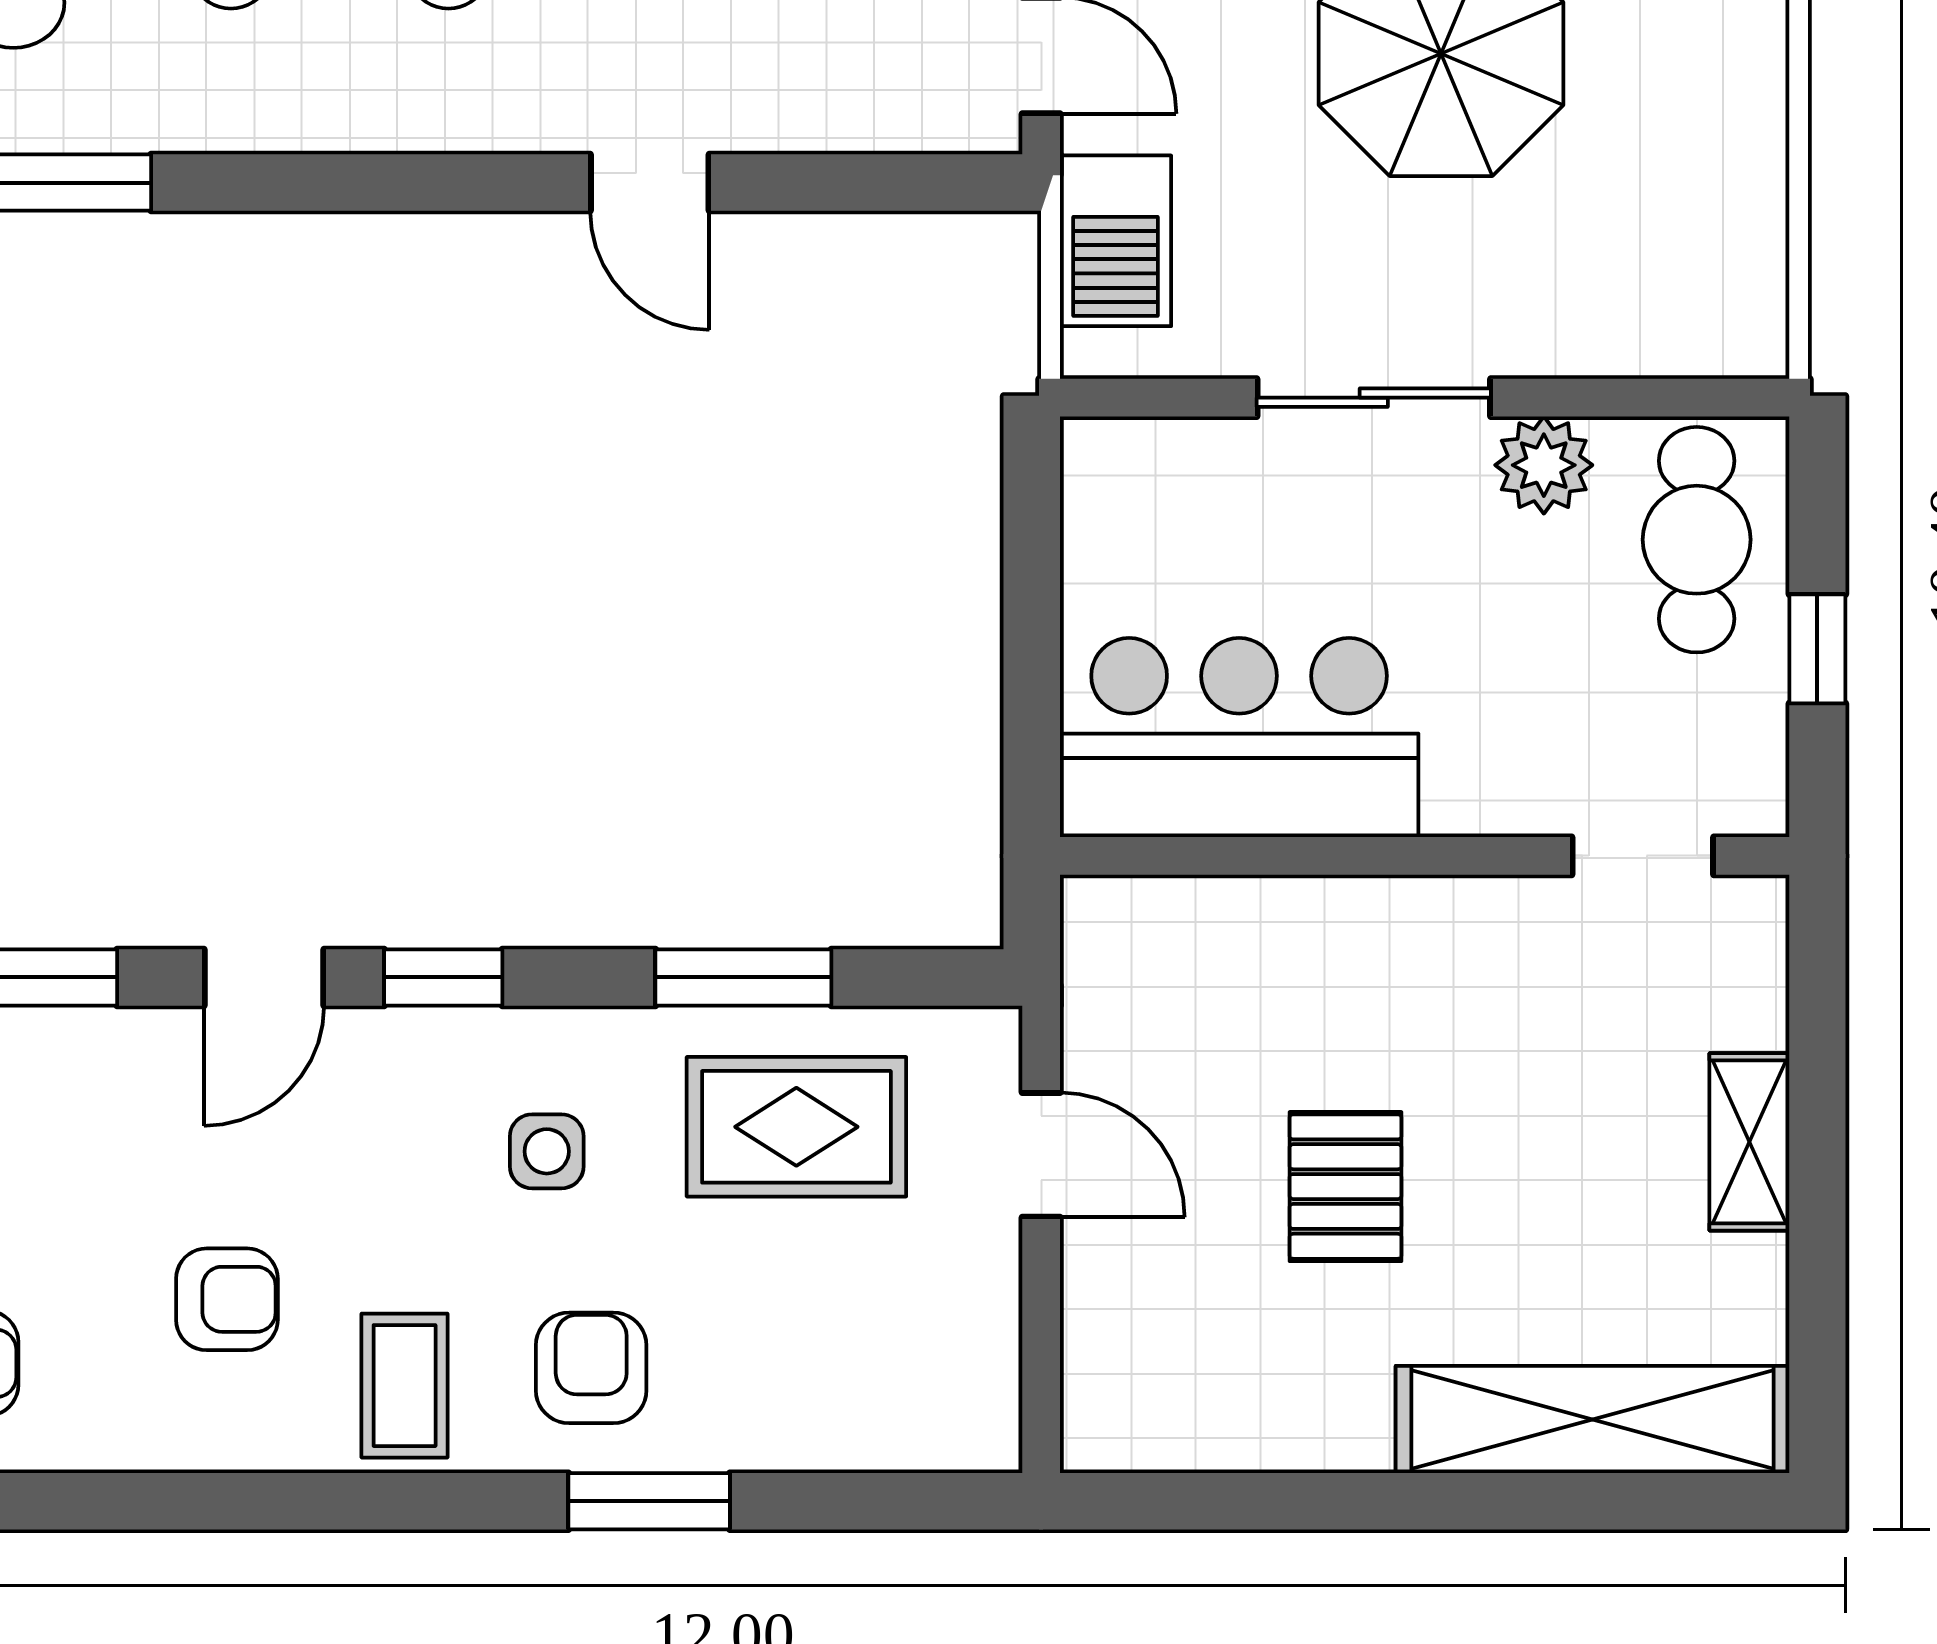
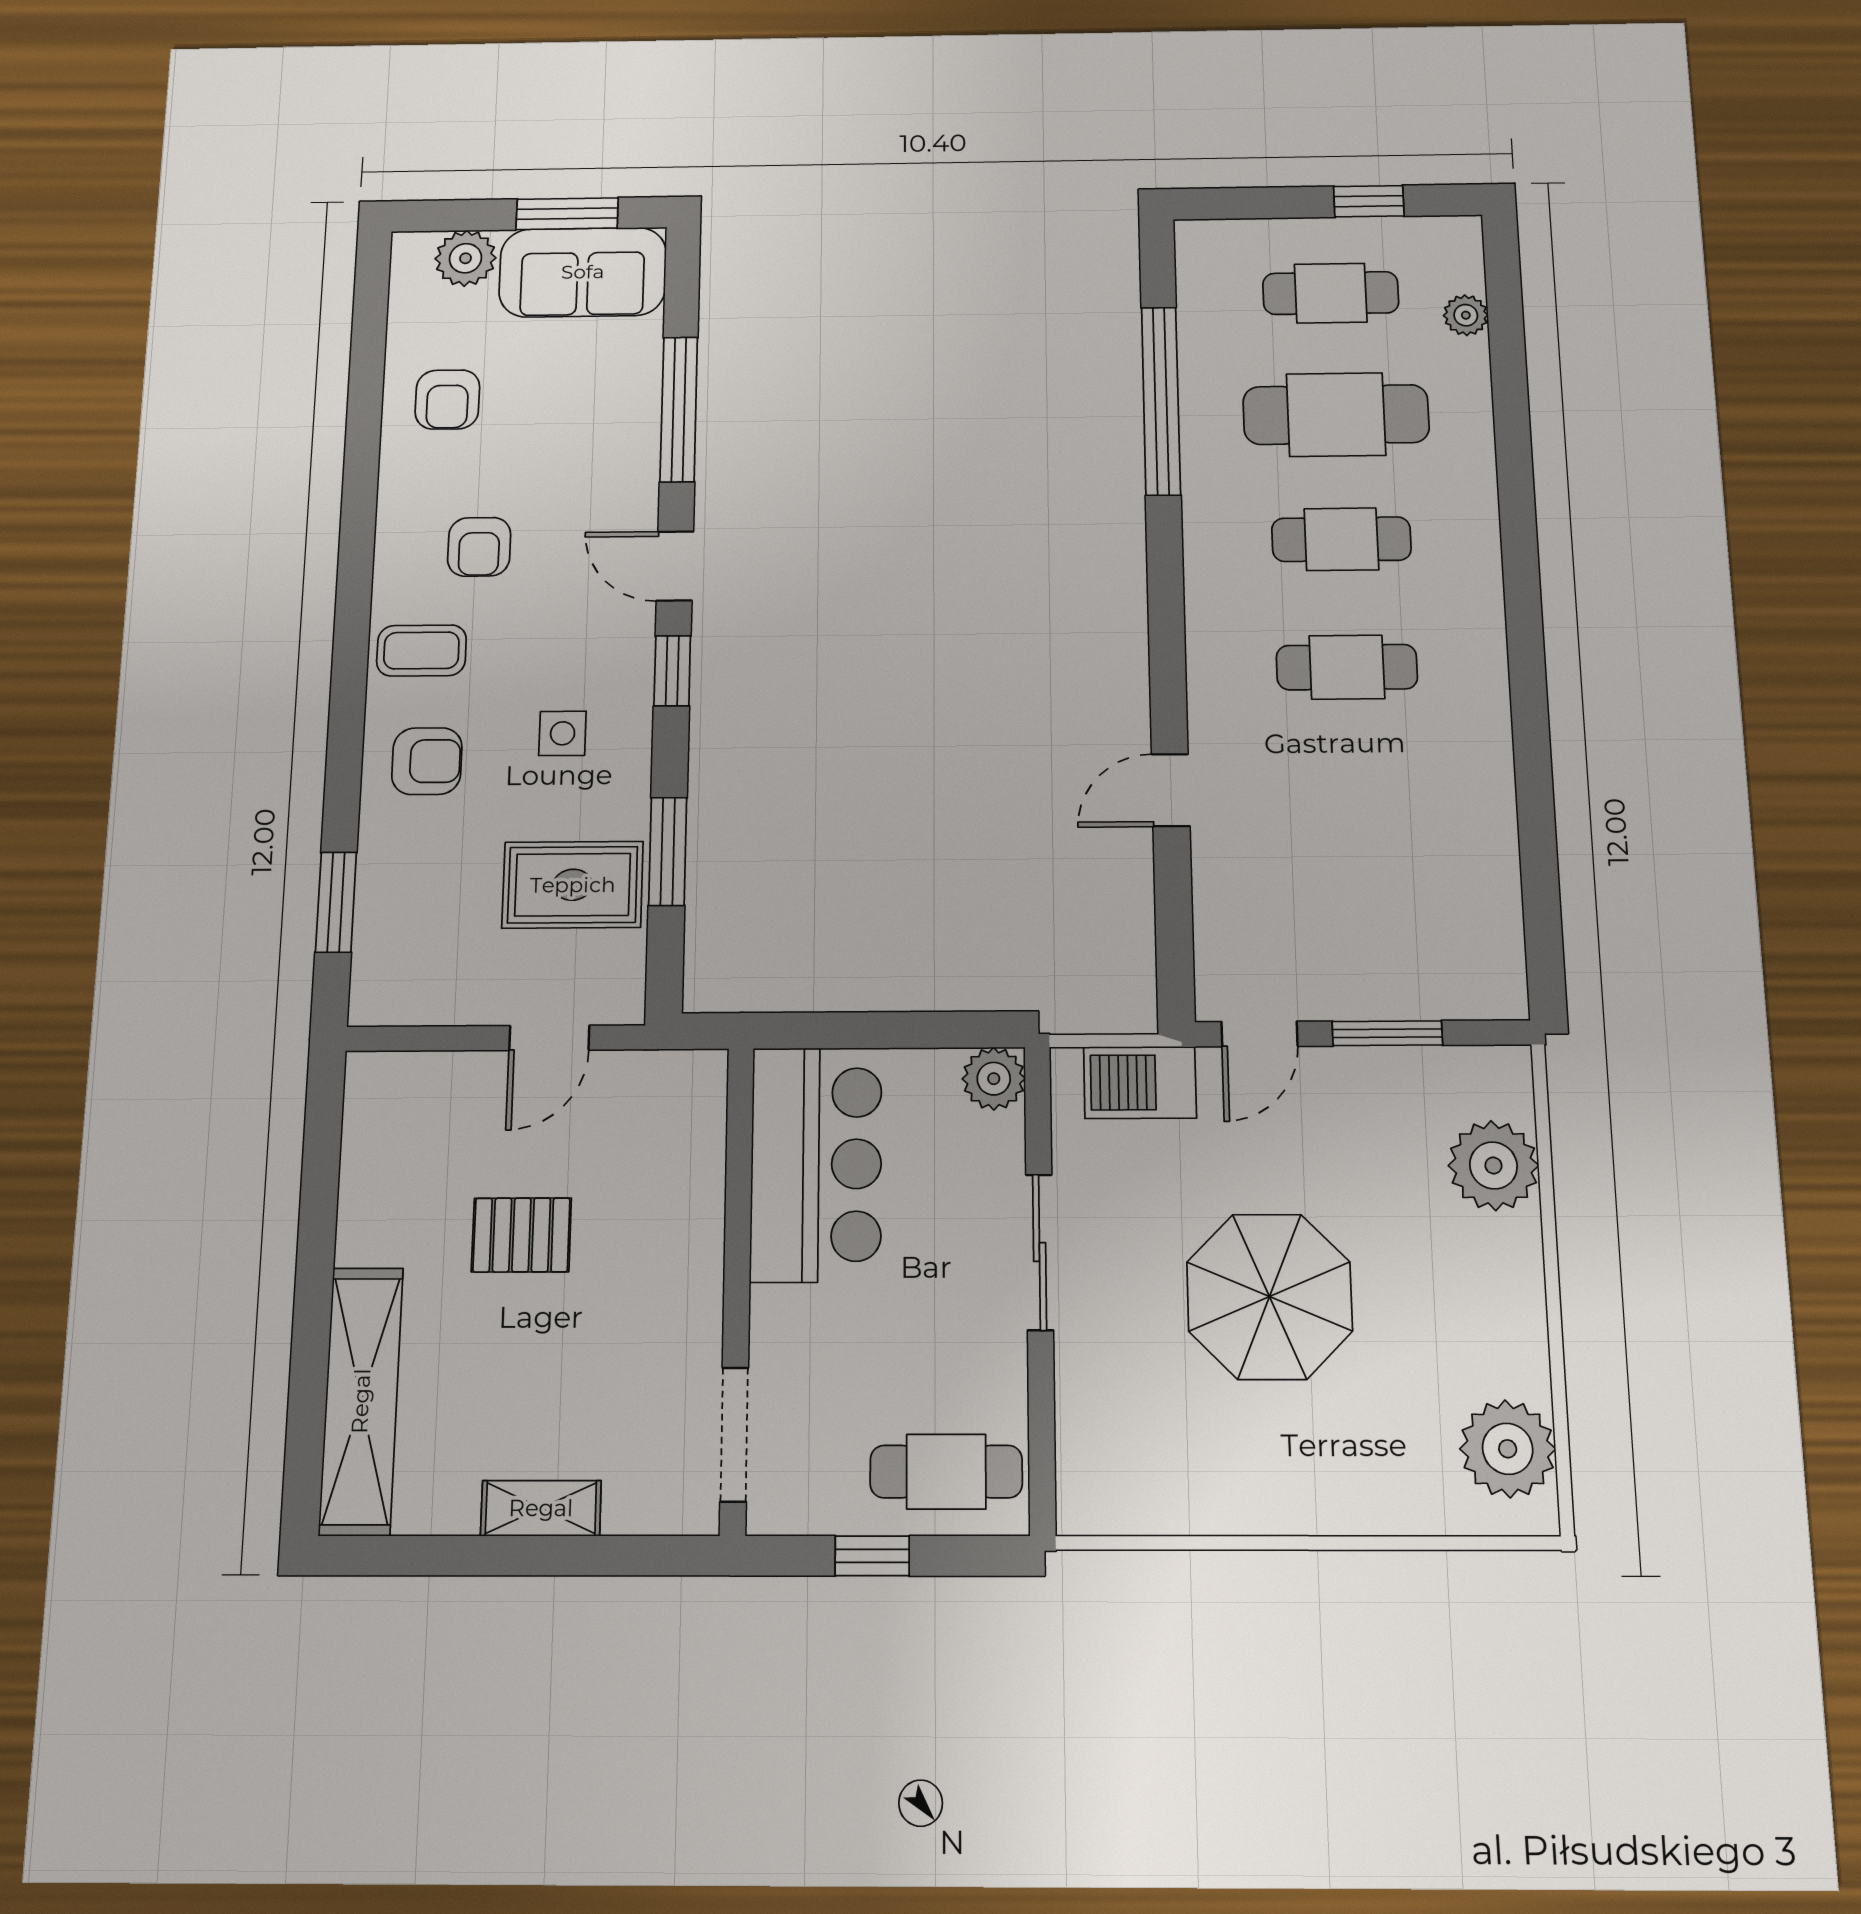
plant: (1544, 465) -> (994, 1079), moved
doorway: (1643, 856) -> (734, 1434), width x1.38
rug: (796, 1127) -> (573, 885), turned 90
window: (649, 1501) -> (336, 902), moved

